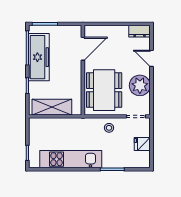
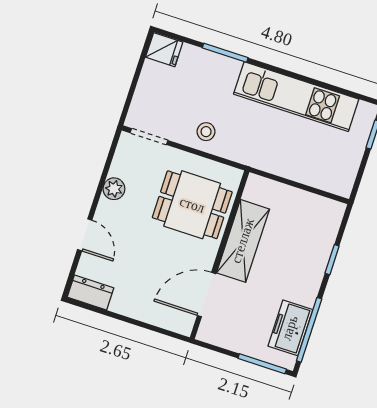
freezer: (39, 57) -> (290, 328), width x0.52, depth x0.79
plant: (140, 85) -> (114, 189), width x0.53, depth x0.53
dining table: (104, 90) -> (192, 205), width x0.73
shelving: (52, 107) -> (243, 241), moved, turned 90
fridge: (142, 144) -> (164, 50), moved

